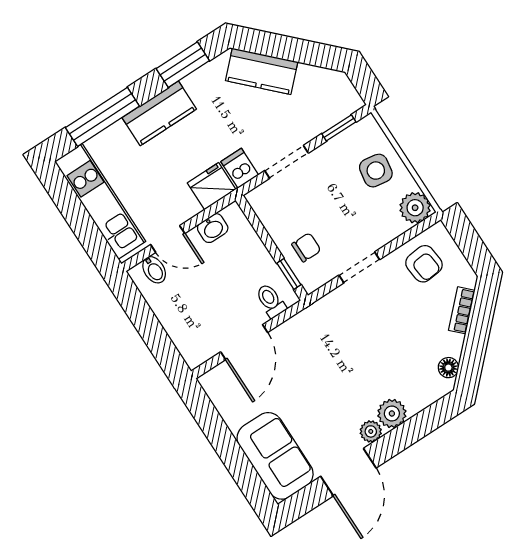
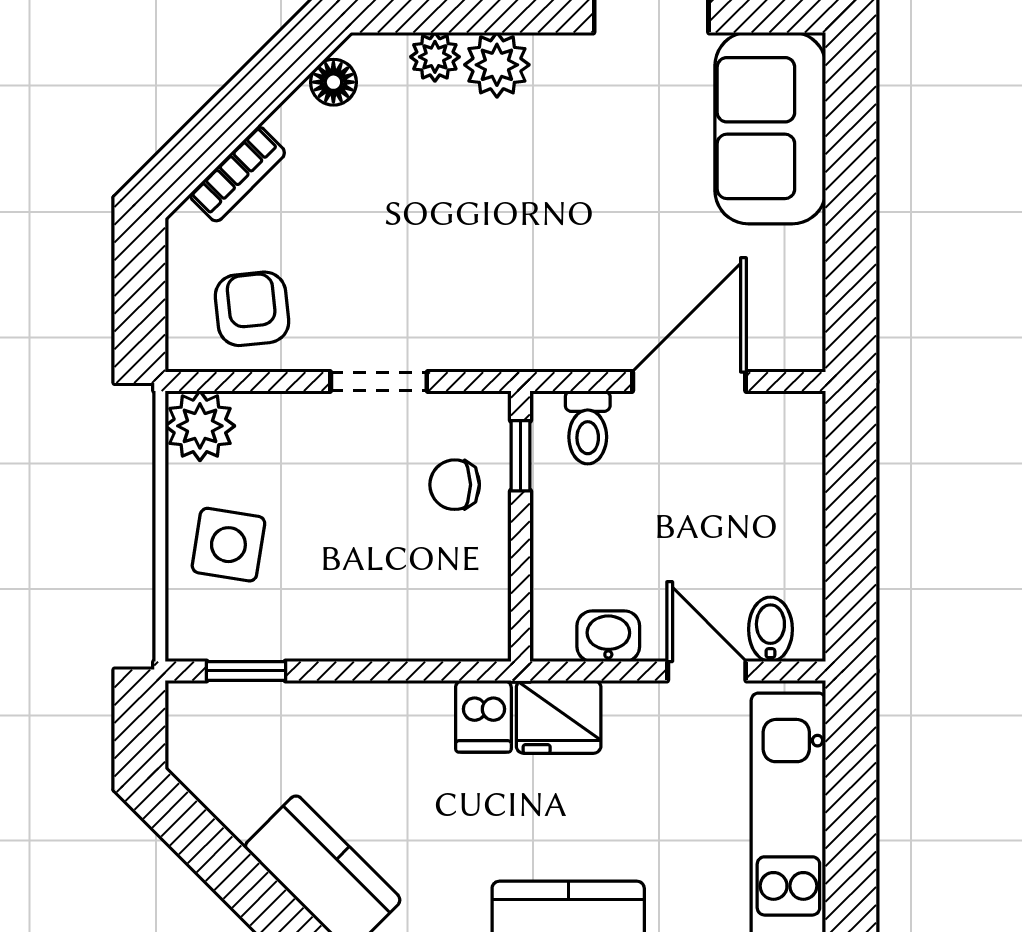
doorway: (287, 162) -> (387, 671), removed
plant: (371, 431) -> (435, 57), moved

